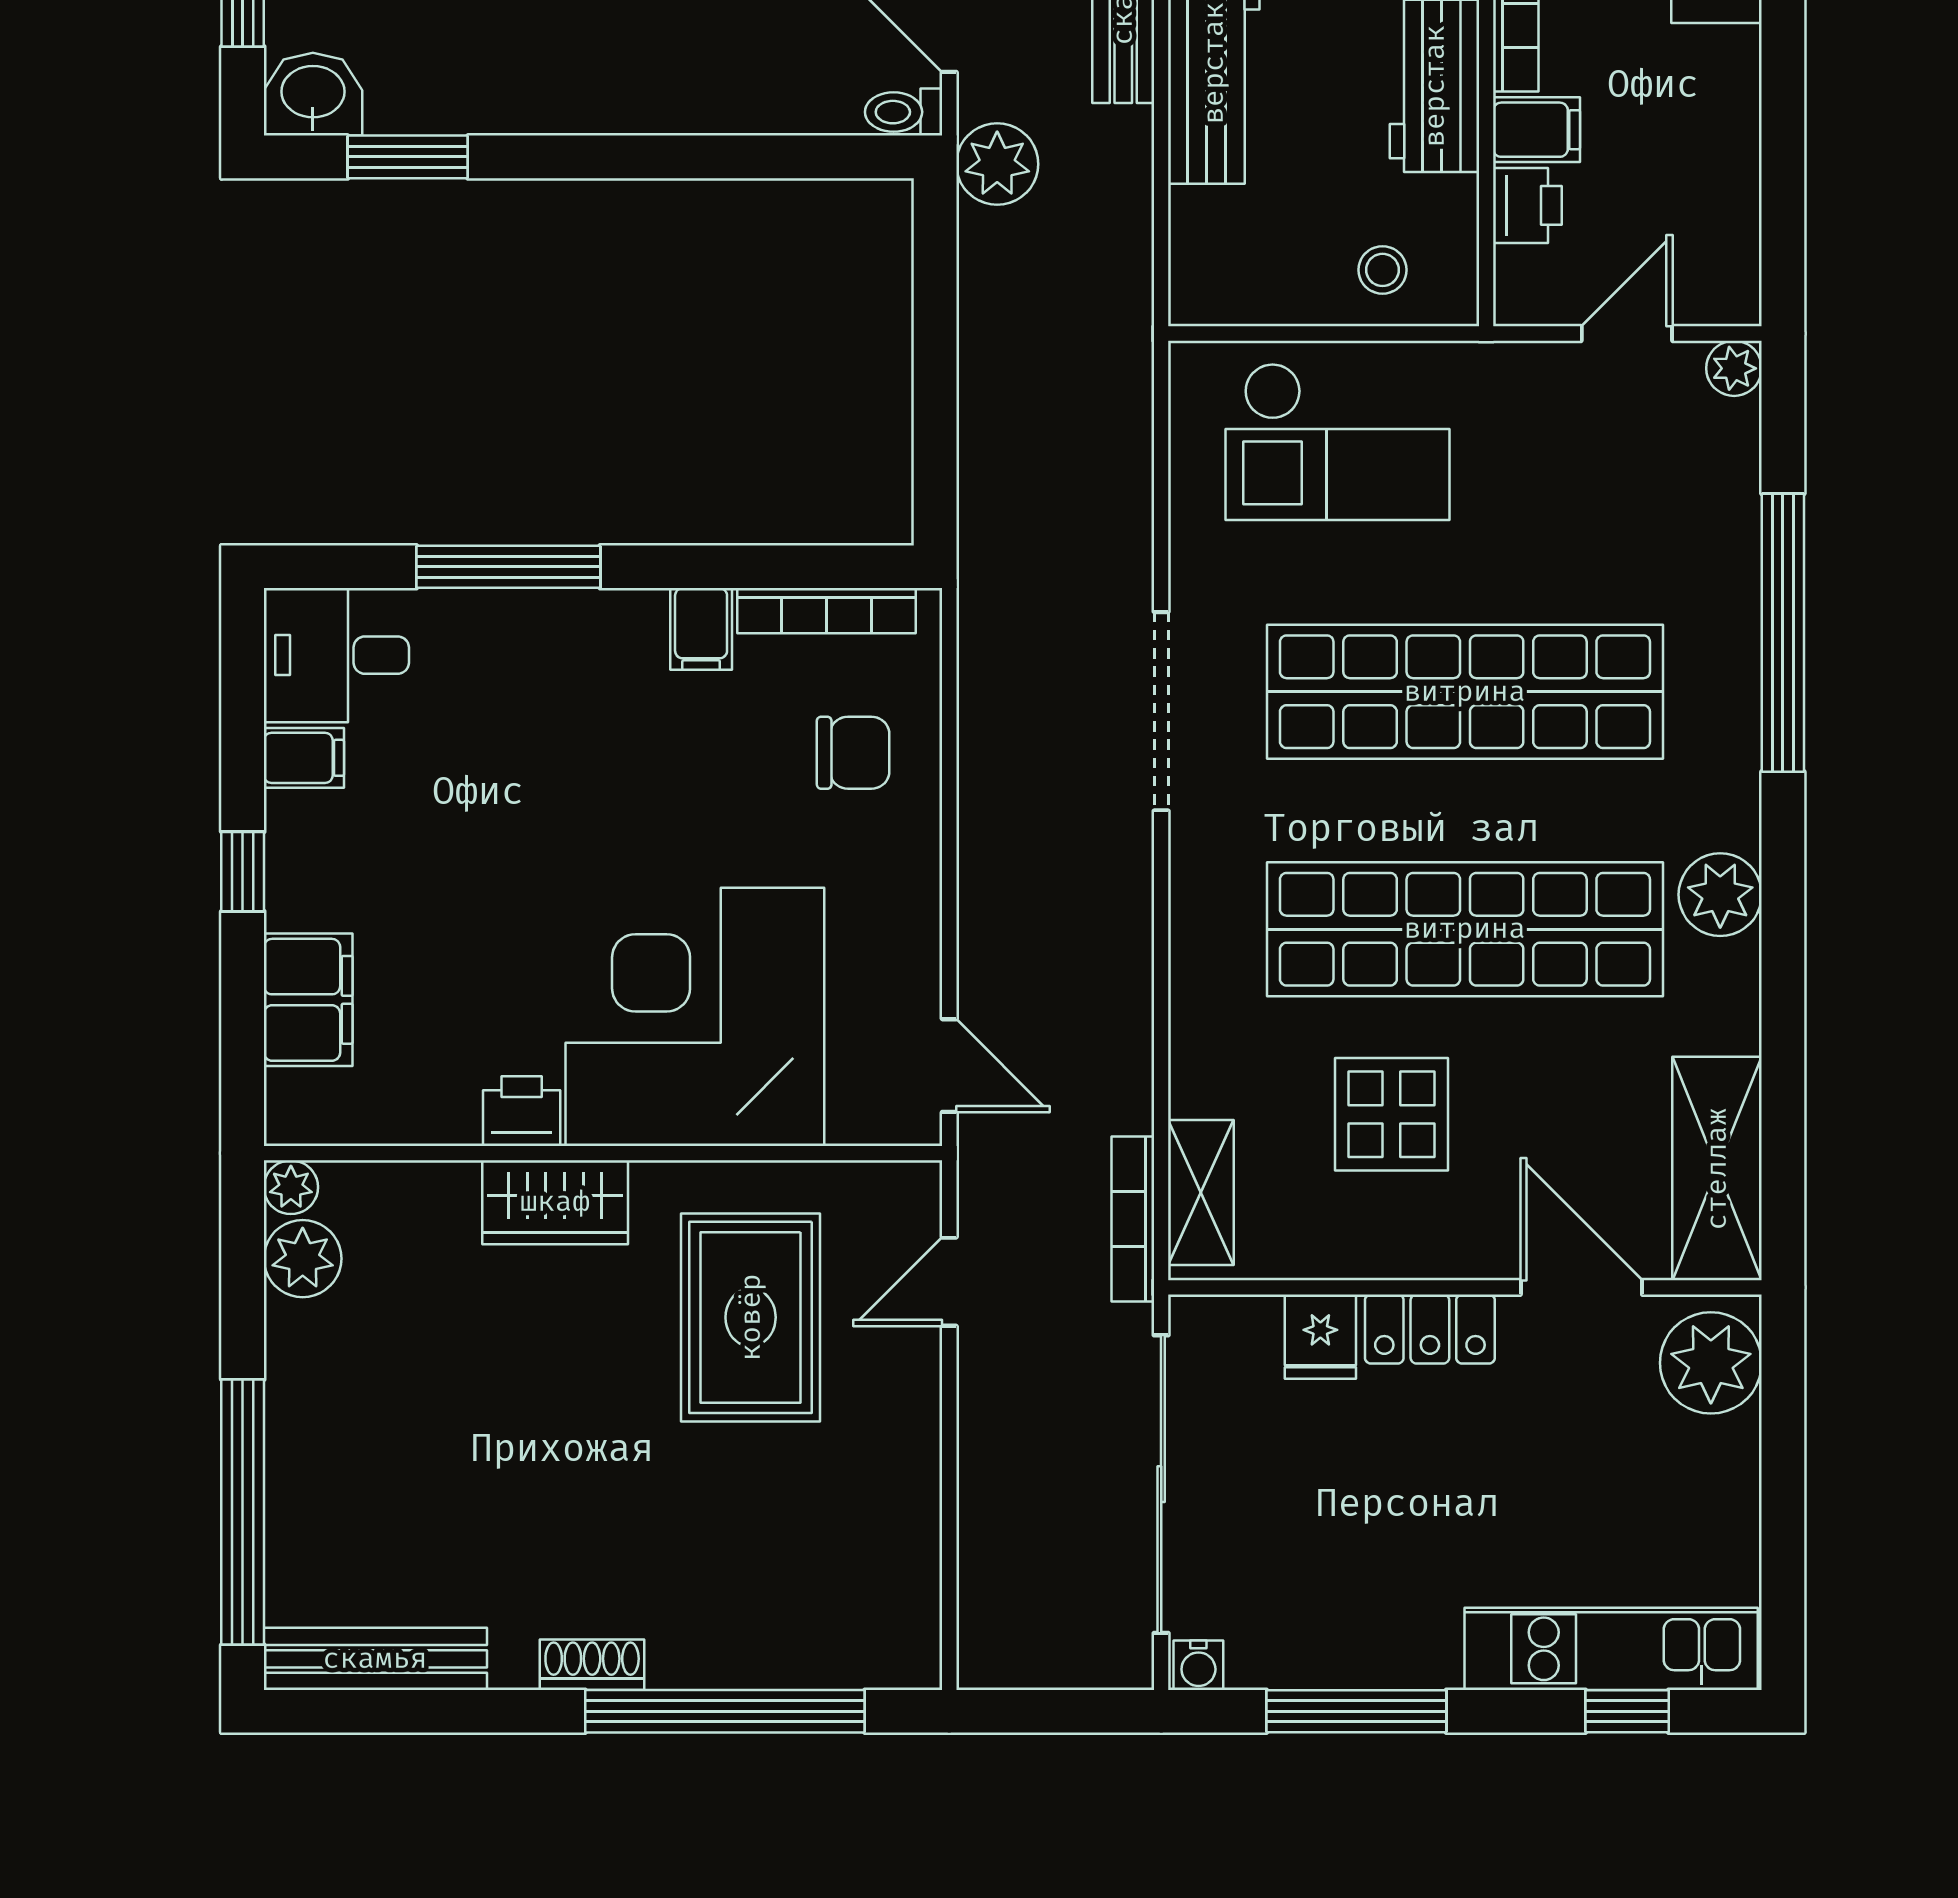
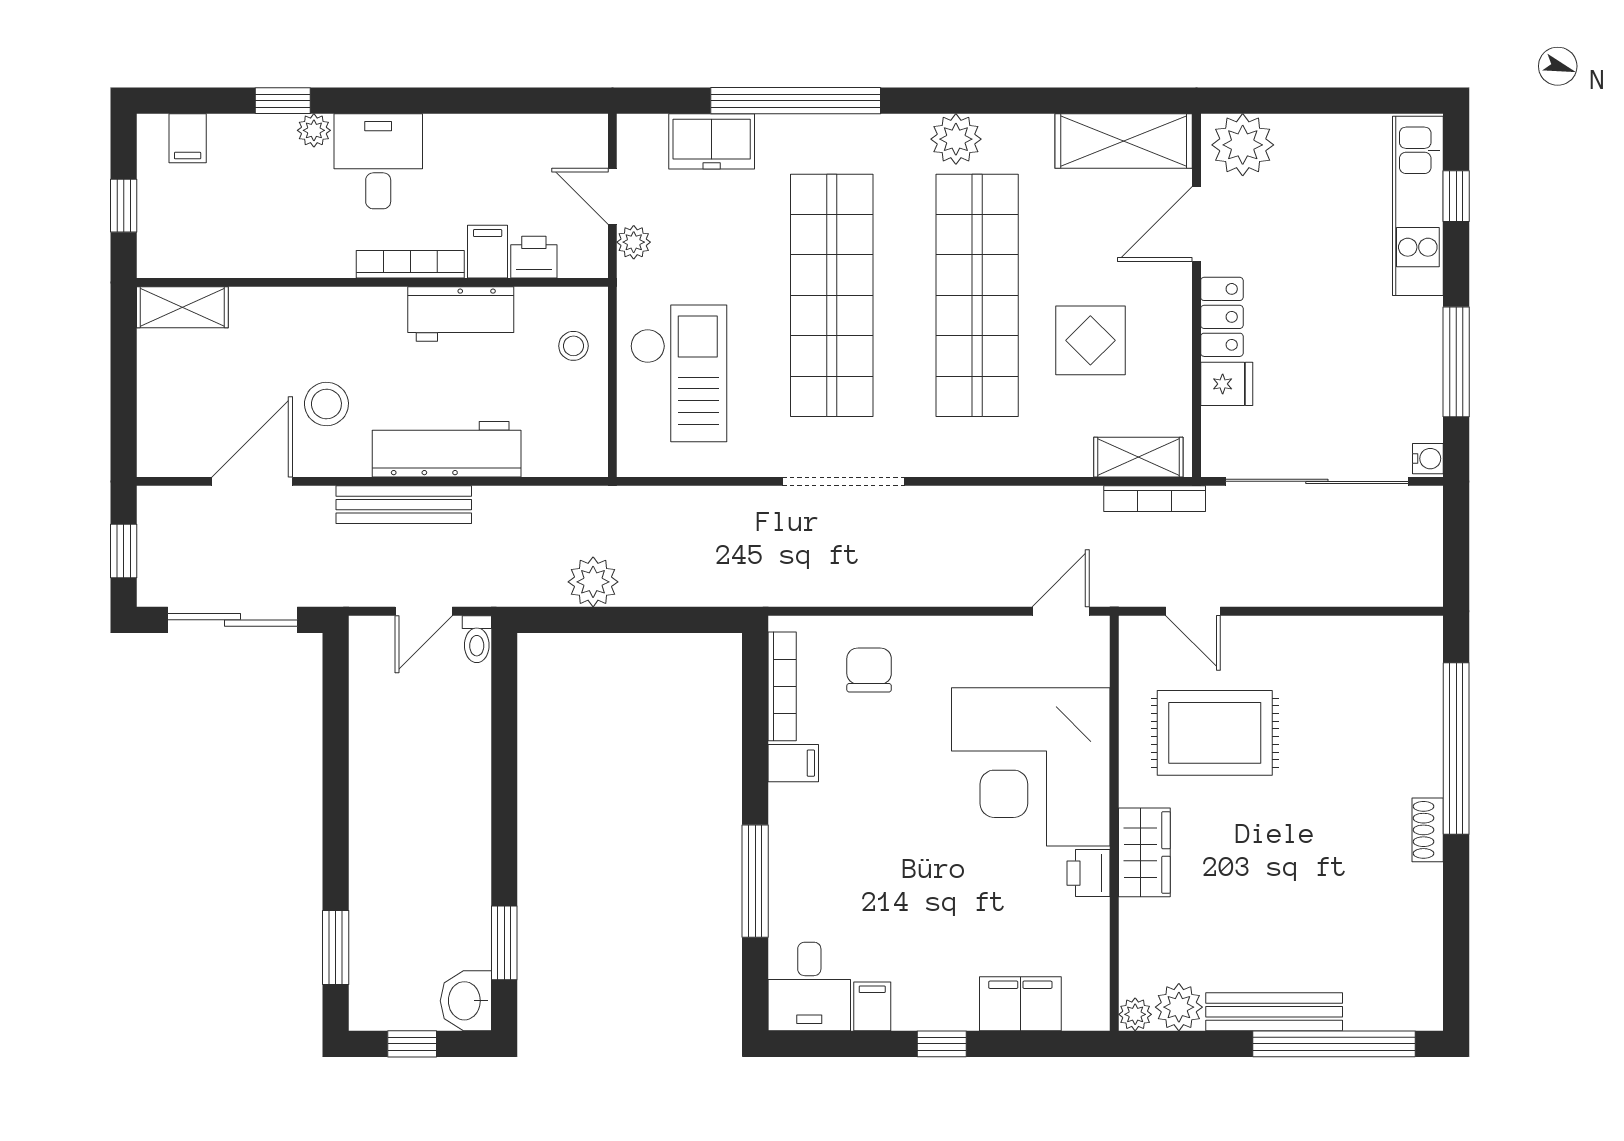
plant: (997, 164) -> (593, 582), moved
plant: (1734, 368) -> (634, 242), moved
freezer: (1716, 496) -> (712, 141), added
bench: (375, 1659) -> (1274, 1012), moved, turned 90

